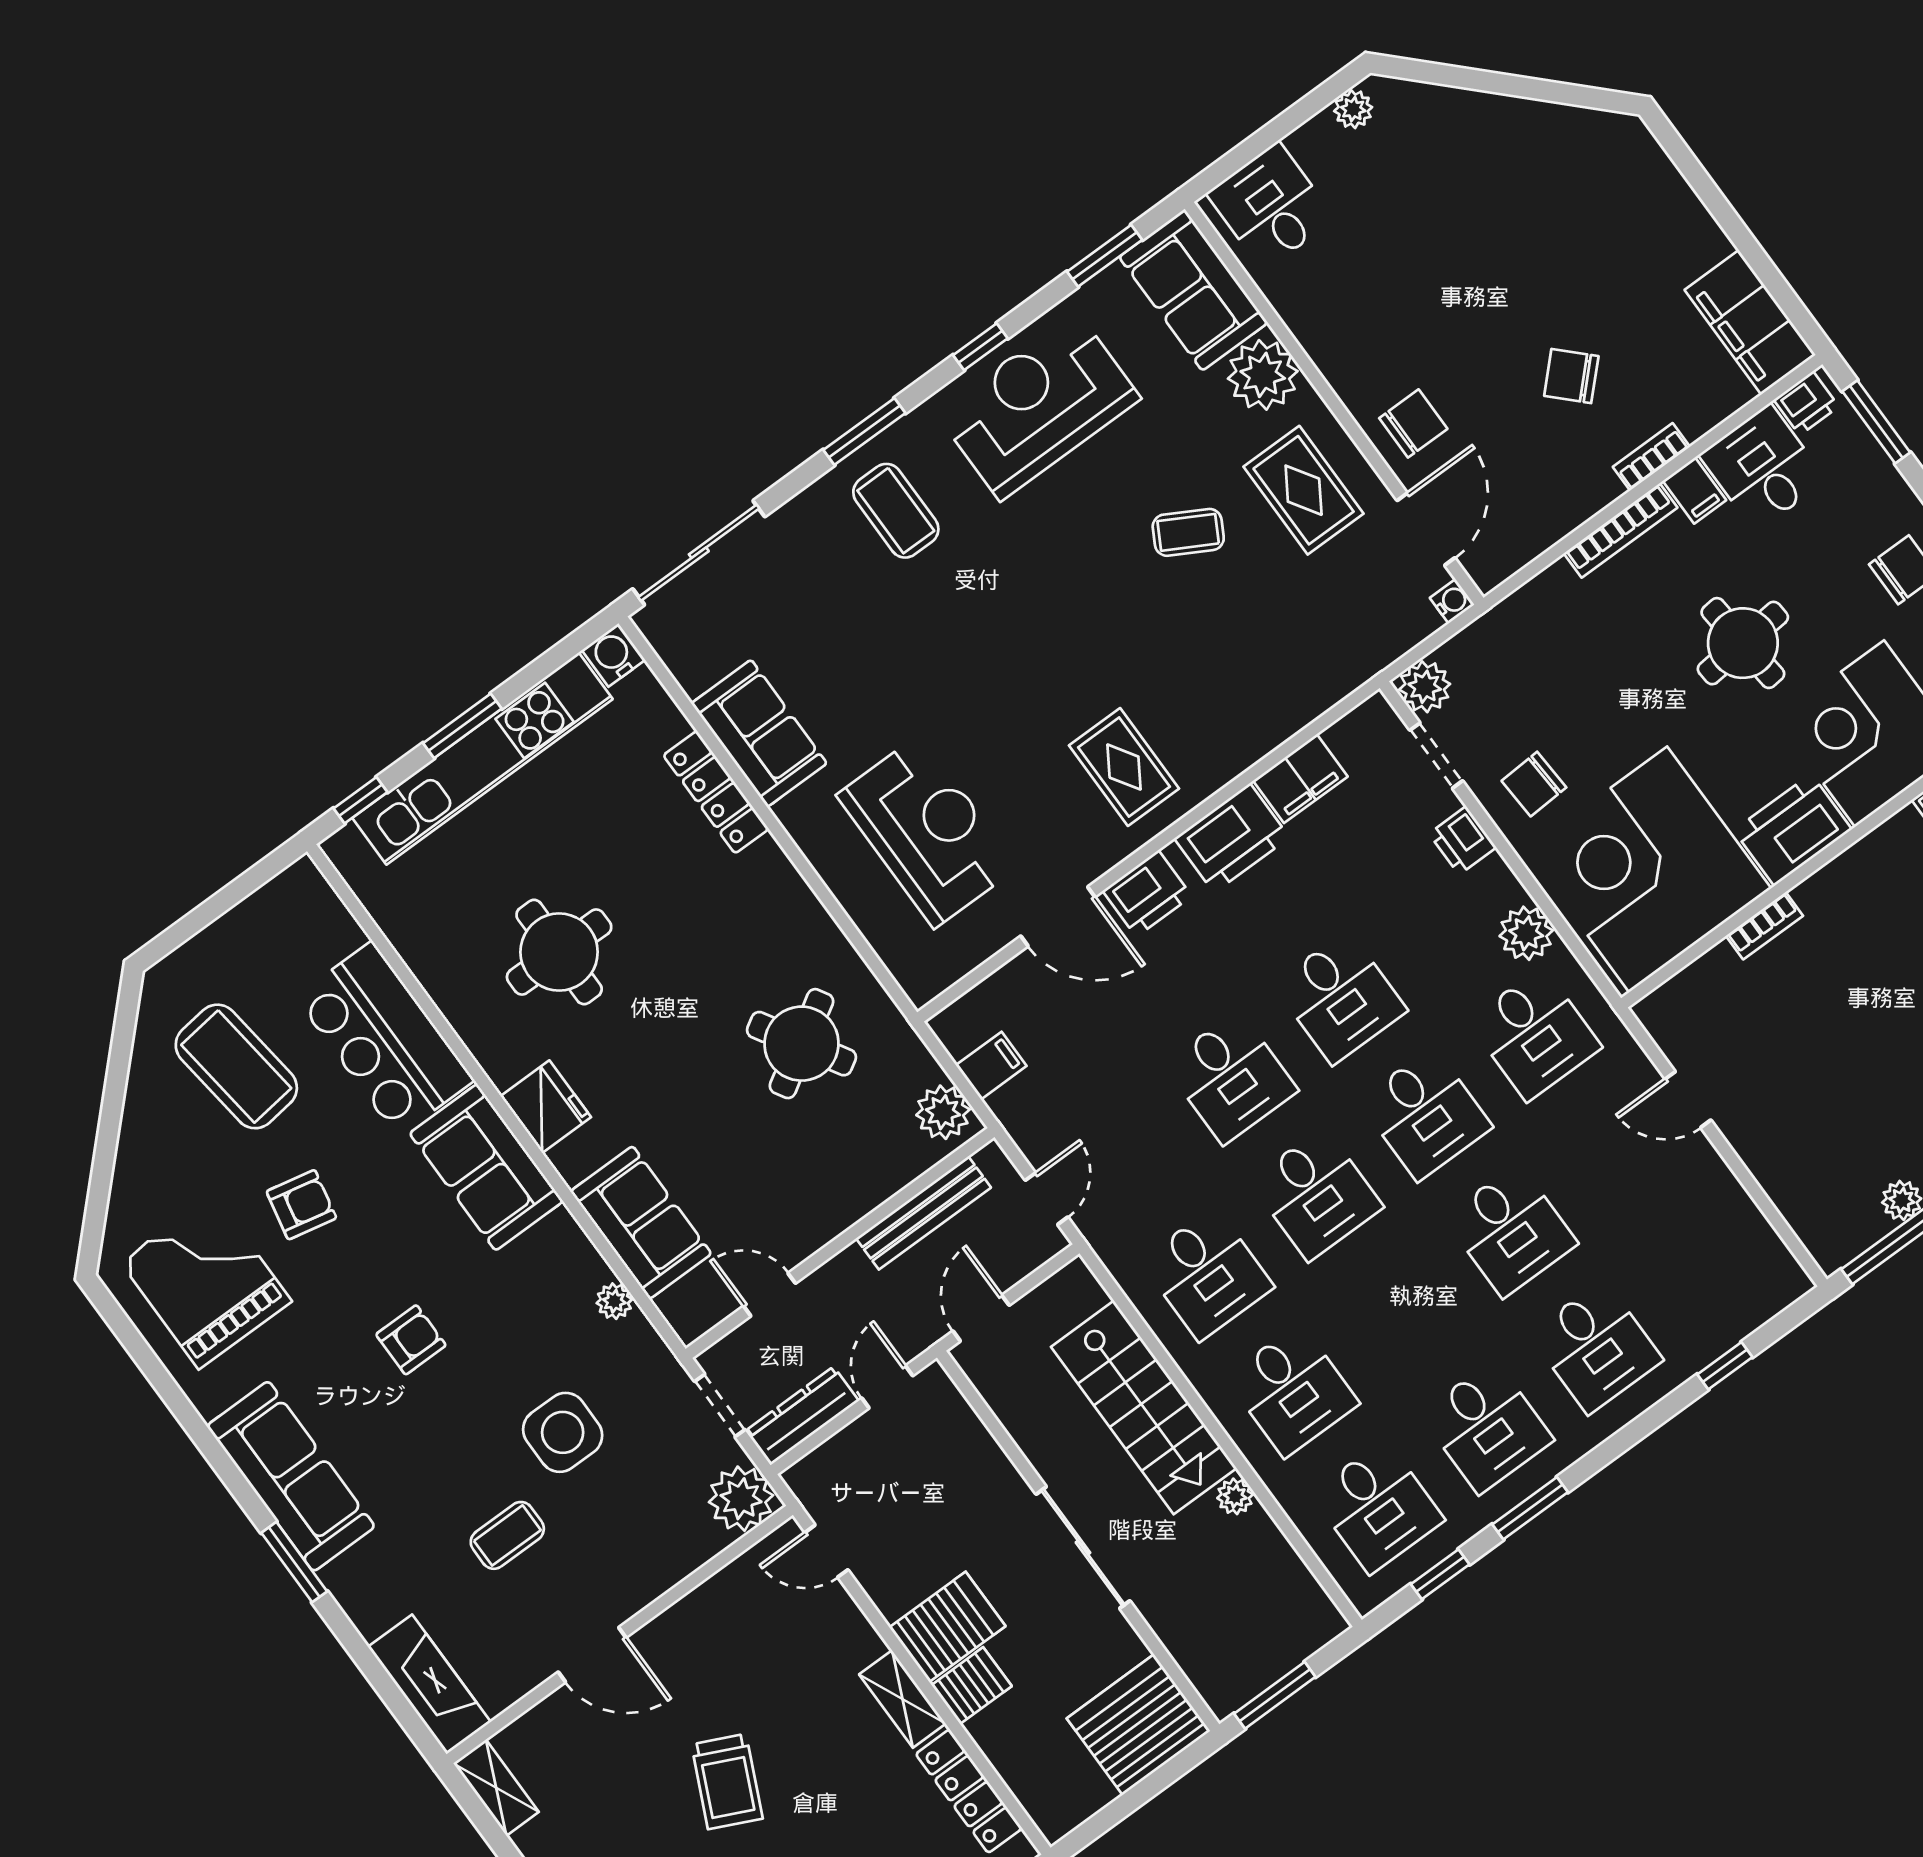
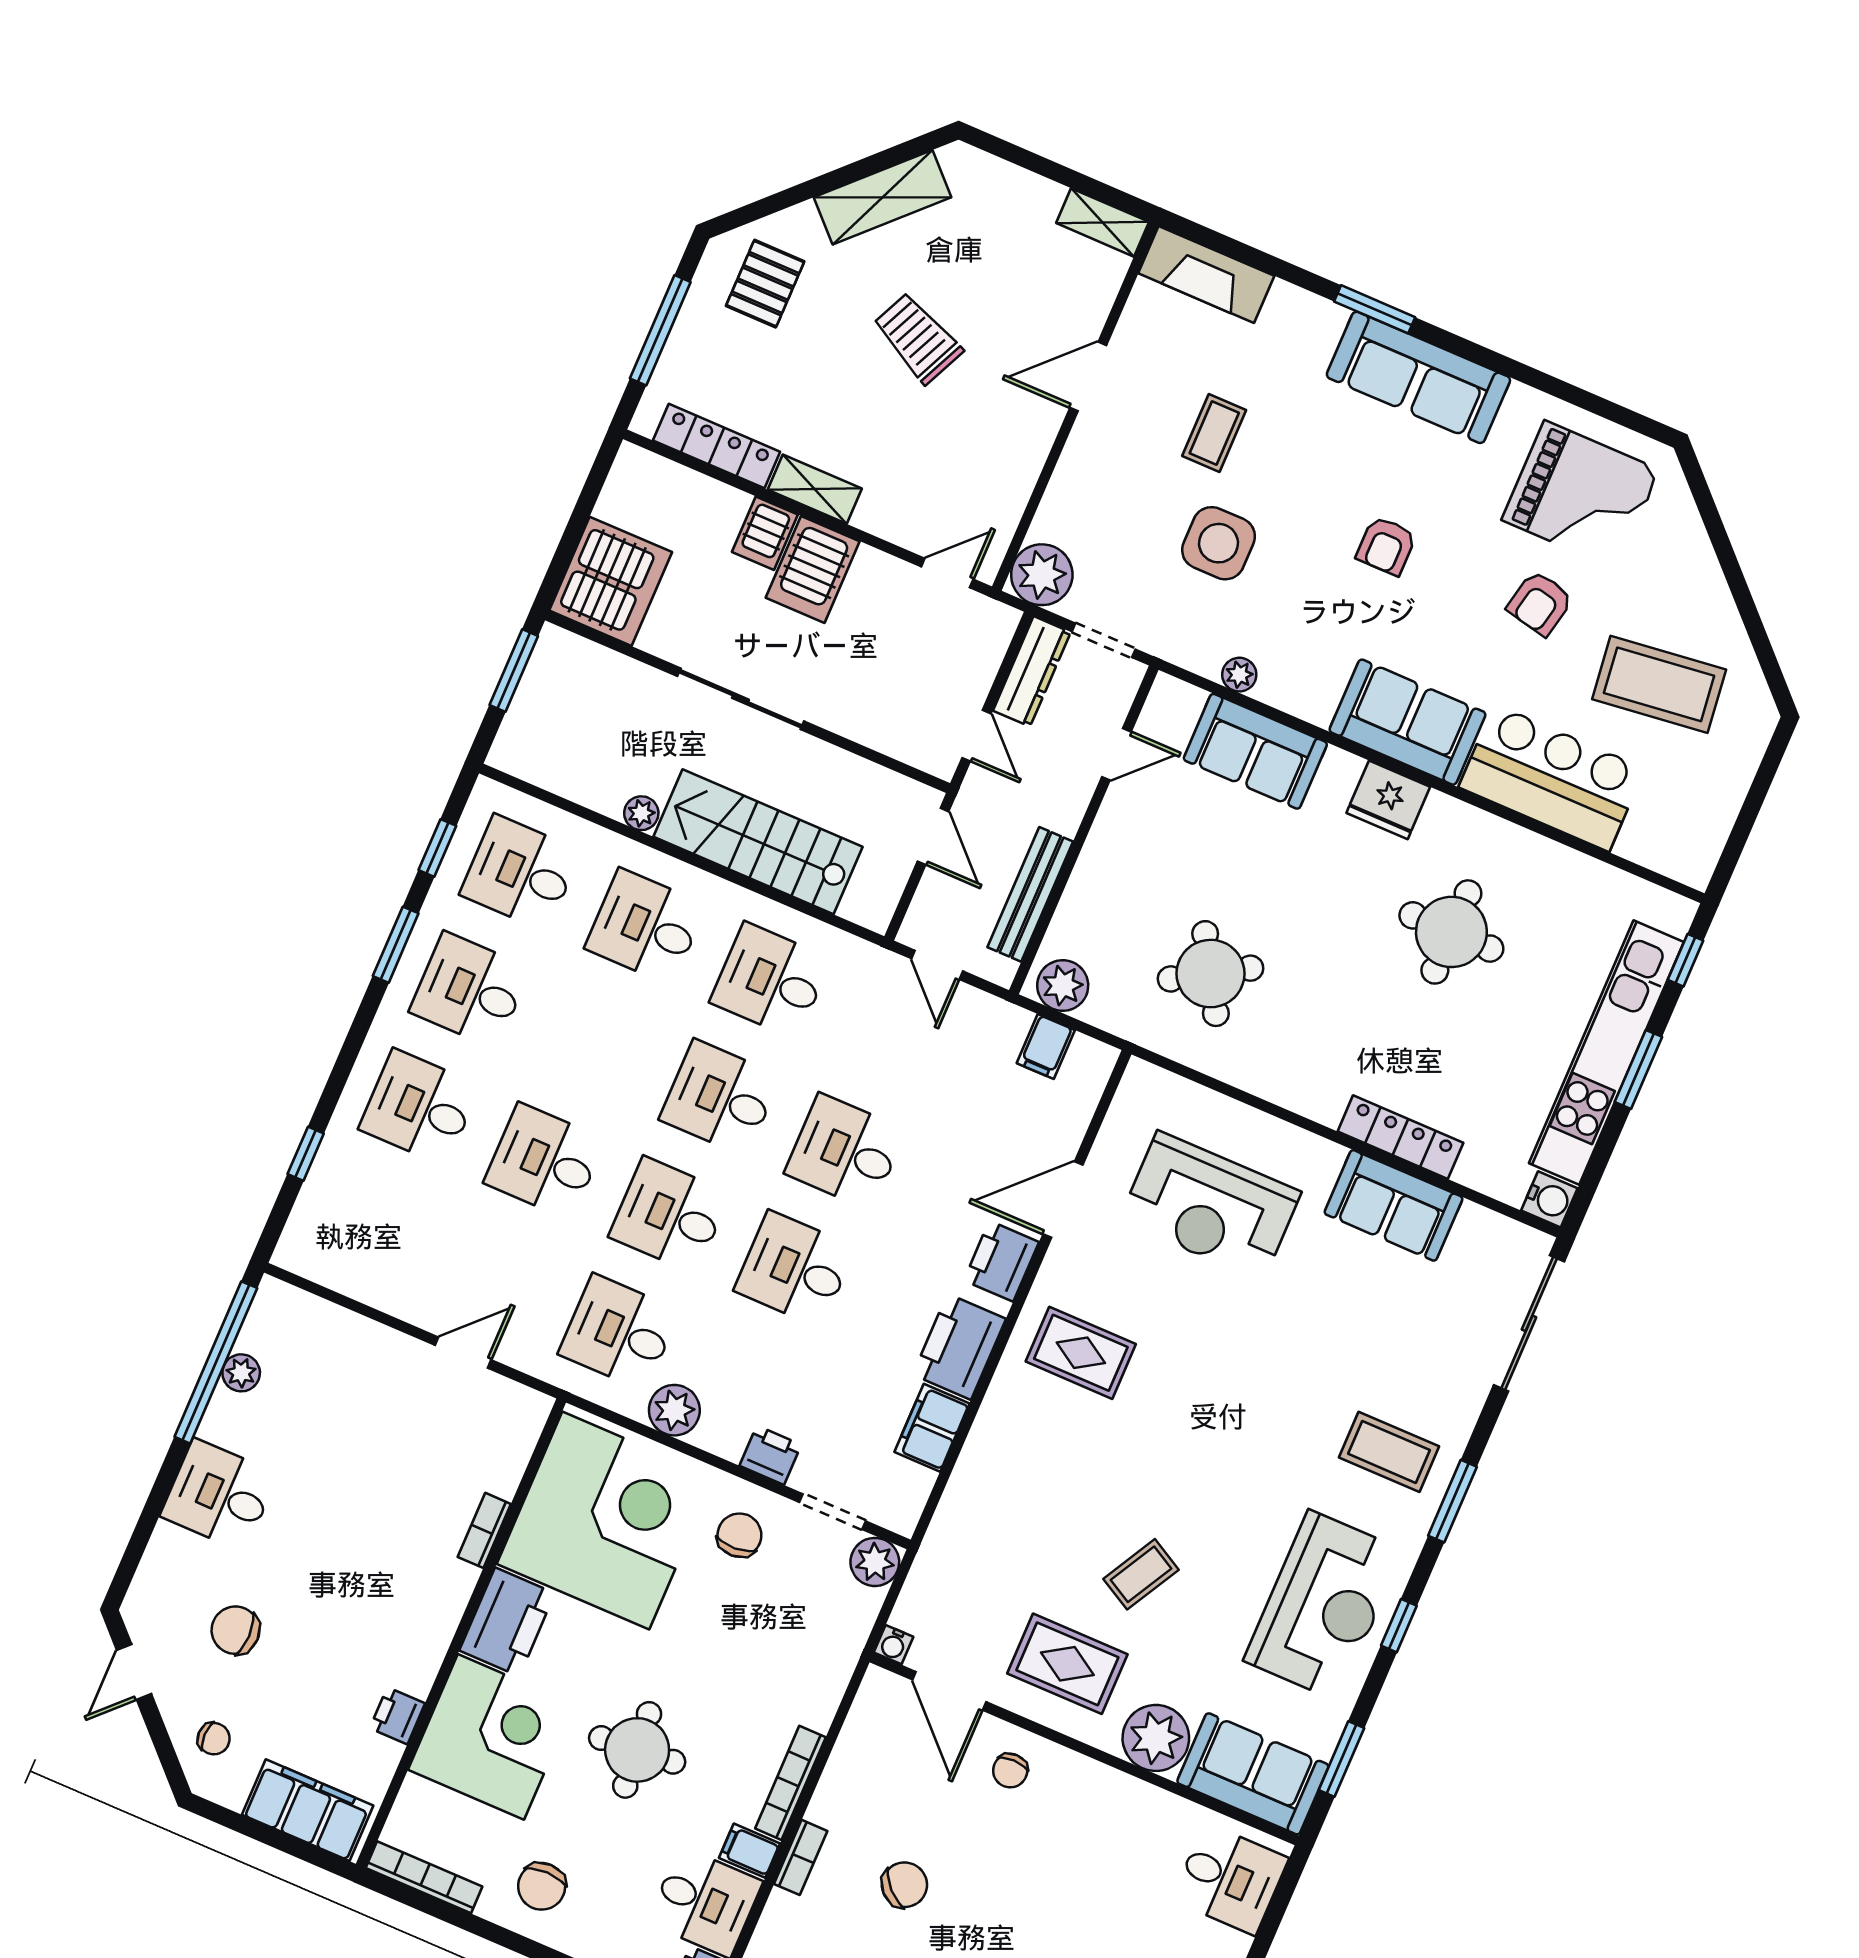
chair: (1413, 423) -> (1010, 1771), width x0.73, depth x0.73

